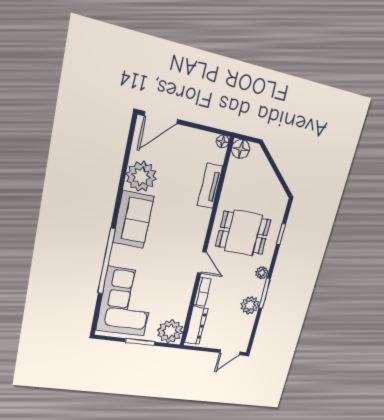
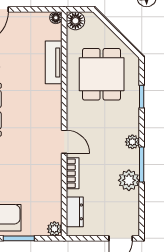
dining table: (243, 233) -> (102, 74), moved, turned 90
dresser: (196, 326) -> (75, 212), width x0.70
plant: (170, 331) -> (54, 229), width x0.53, depth x0.53

